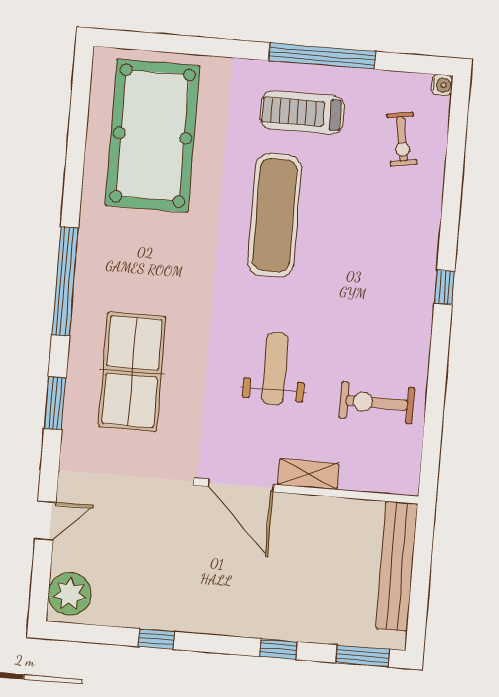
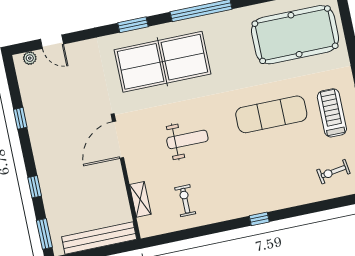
table tennis table: (132, 372) -> (163, 62), width x1.36, depth x1.32
exercise bike: (377, 403) -> (185, 201), width x0.73, depth x0.72
shelving: (308, 474) -> (140, 199), moved
door: (45, 521) -> (52, 42), moved
plant: (70, 594) -> (30, 58), width x0.53, depth x0.53

